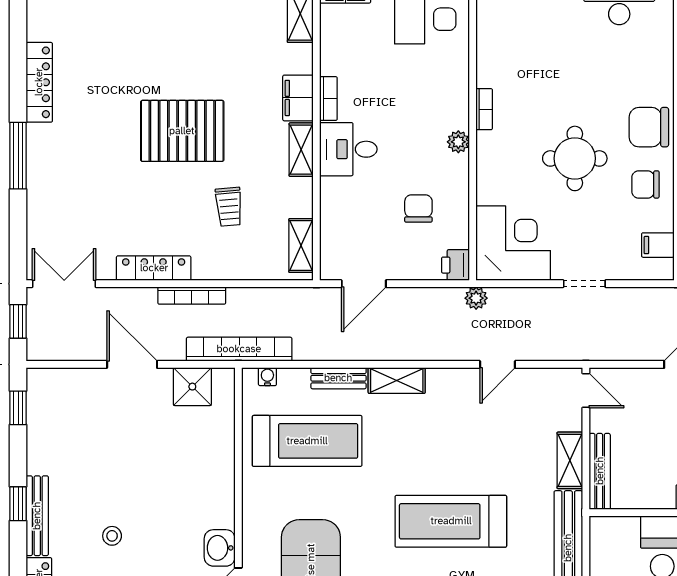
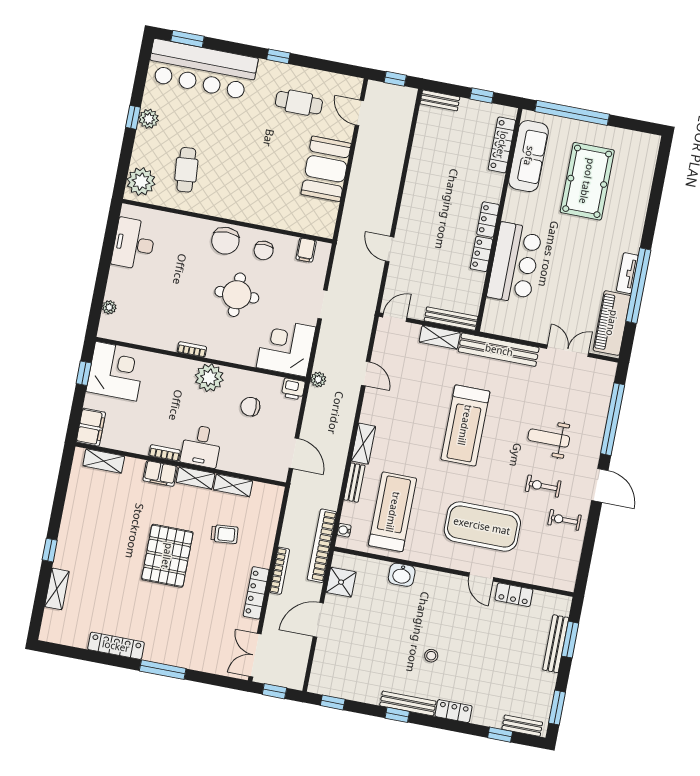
plant: (458, 142) -> (209, 378), width x1.88, depth x1.88
shelving: (301, 246) -> (233, 485), moved
washbasin: (220, 548) -> (402, 575), moved

